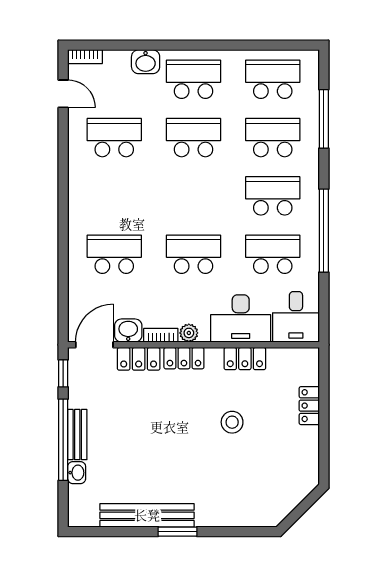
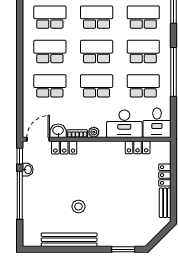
school desk: (114, 196) -> (50, 51), added
school desk: (194, 196) -> (97, 51), added
locker: (184, 358) -> (91, 147), removed
locker: (245, 359) -> (138, 147), moved
stool: (232, 422) -> (79, 206), moved
bench: (77, 435) -> (165, 203), moved
washbasin: (77, 473) -> (28, 170), moved
window: (177, 532) -> (123, 249), moved

